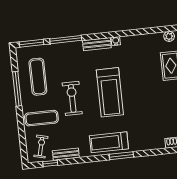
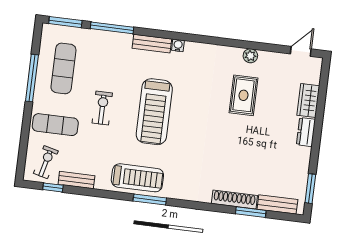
exercise bike: (72, 98) -> (102, 108), width x0.73, depth x0.72
treadmill: (109, 142) -> (137, 178), turned 180

